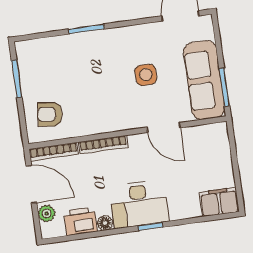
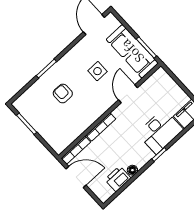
armchair: (50, 114) -> (63, 93), moved, turned 83
door: (164, 128) -> (128, 94), swing flipped
desk: (139, 204) -> (160, 131), moved
plant: (47, 213) -> (96, 188), removed

